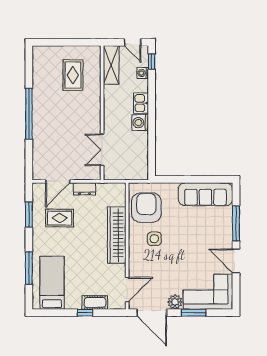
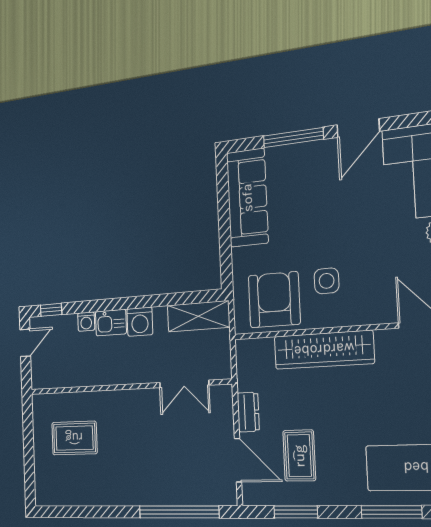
shelving: (111, 65) -> (198, 316), moved
washing machine: (143, 73) -> (86, 322), moved
window: (29, 114) -> (179, 512), moved
armchair: (146, 208) -> (274, 300), turned 90

